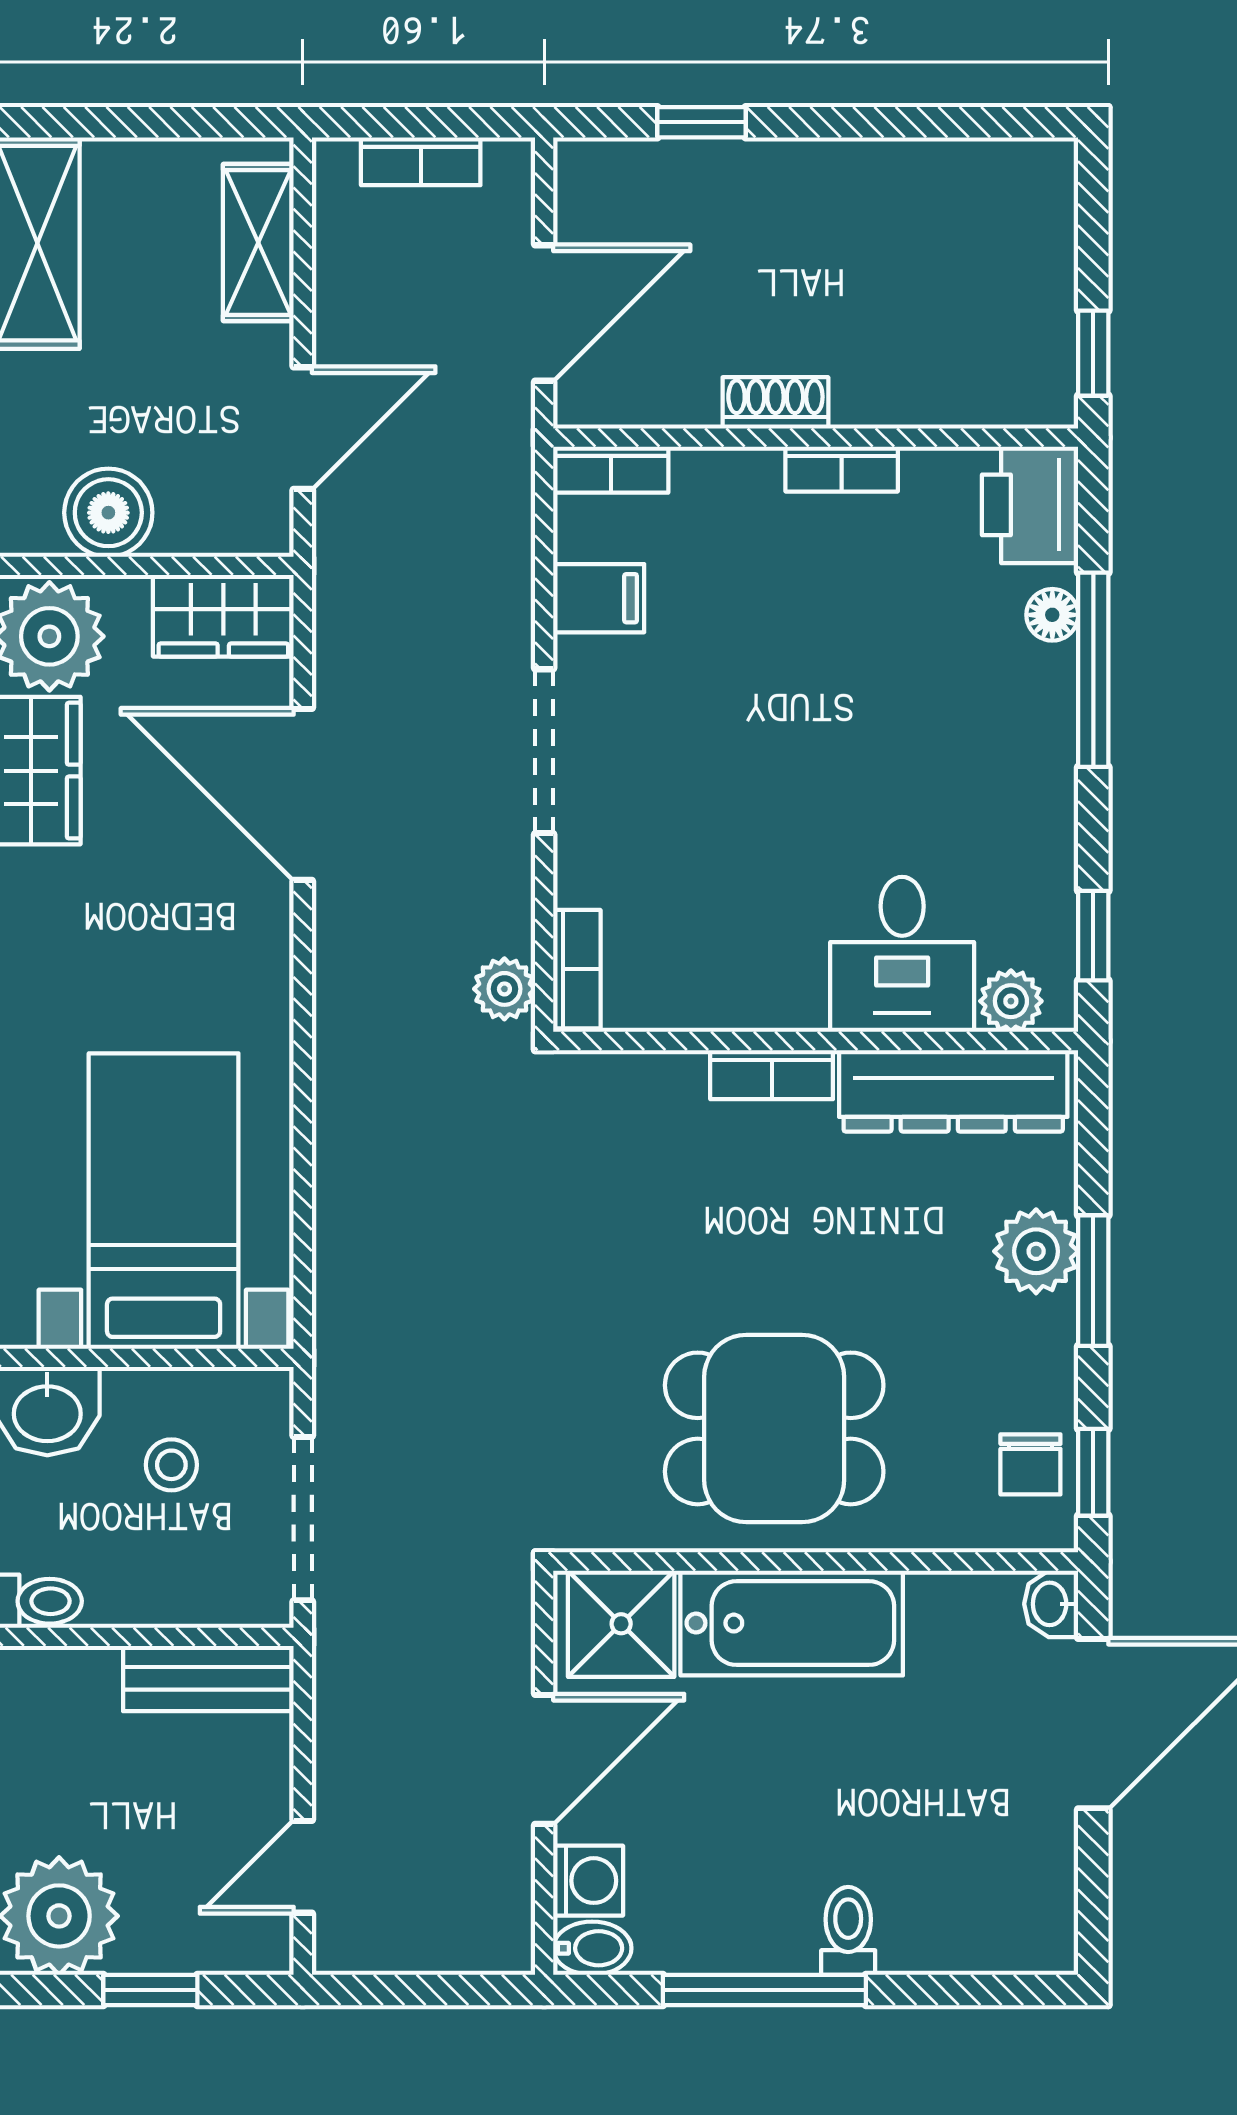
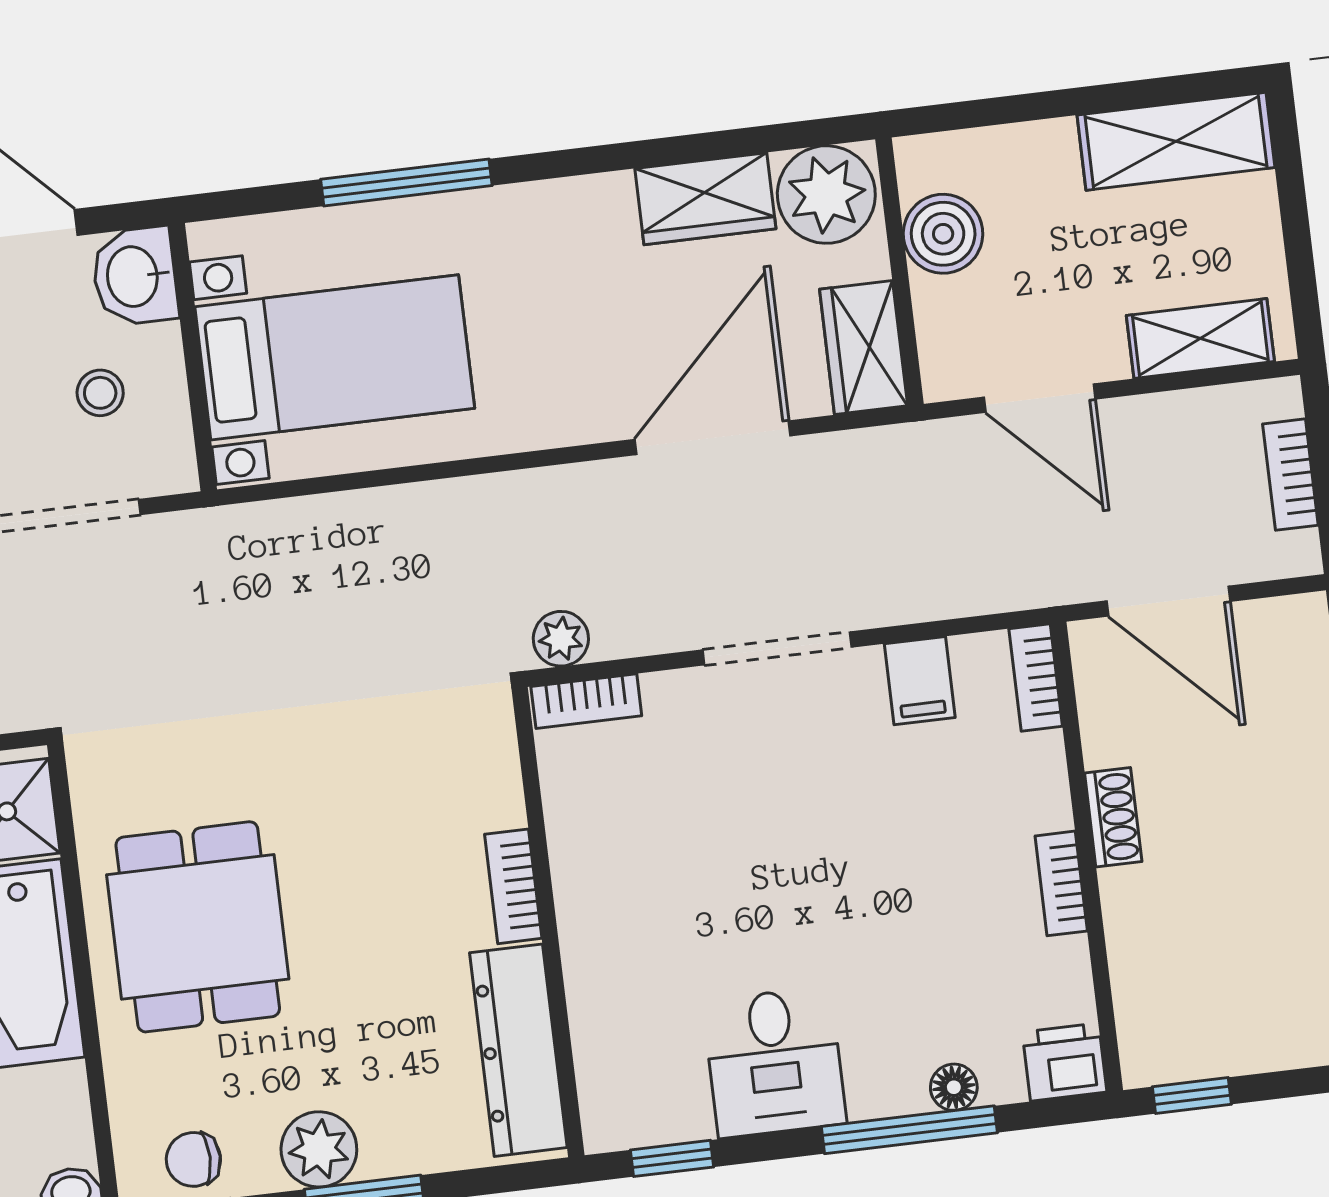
printer: (1030, 505) -> (1064, 1062), width x0.73, depth x0.81
desk: (902, 954) -> (774, 1062), moved, turned -90
plant: (1011, 1001) -> (605, 1092), removed
plant: (1036, 1251) -> (319, 1149), moved

